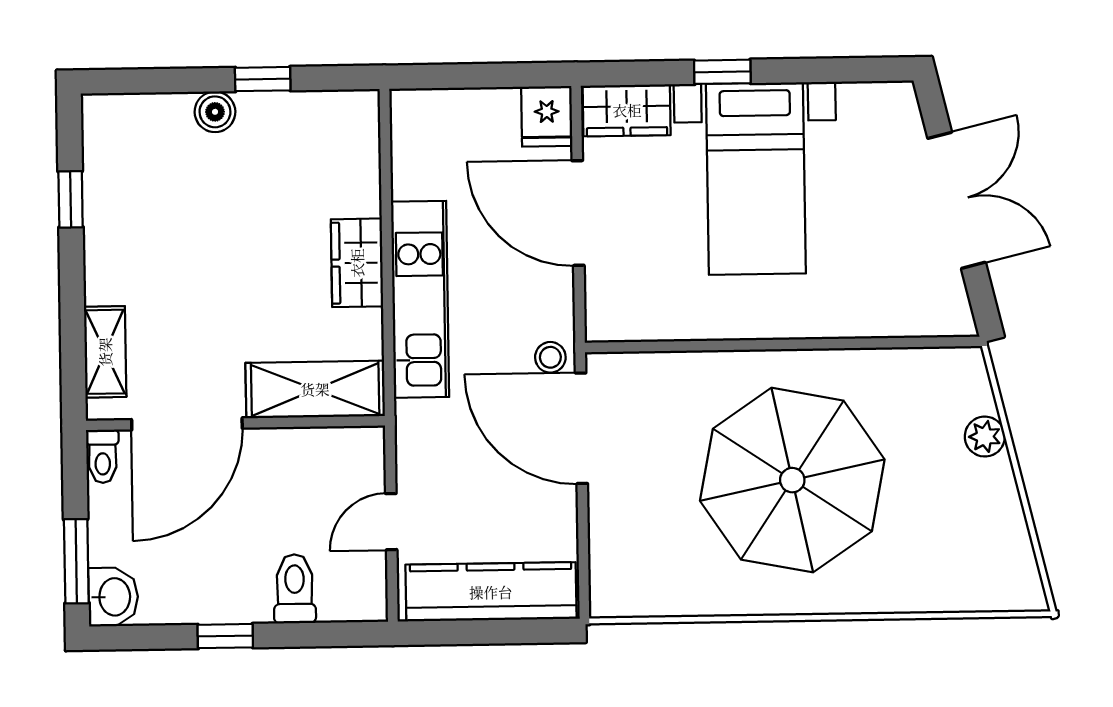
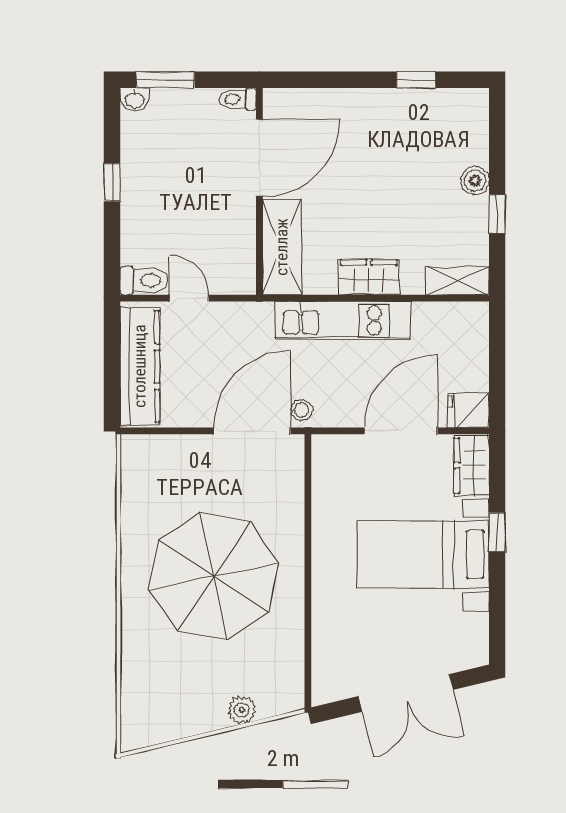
shelving: (105, 352) -> (458, 281), moved
door: (187, 424) -> (259, 158), swing flipped
toilet: (295, 589) -> (144, 280), moved
washbasin: (113, 597) -> (135, 100), width x0.72, depth x0.69

